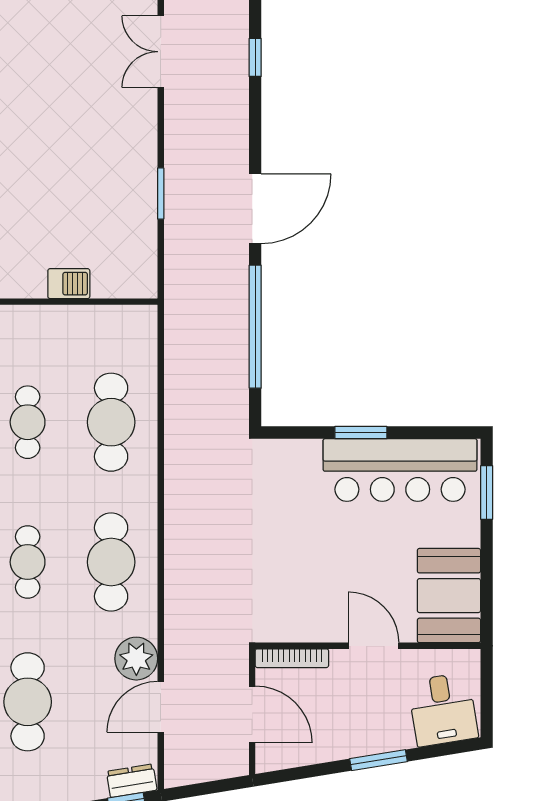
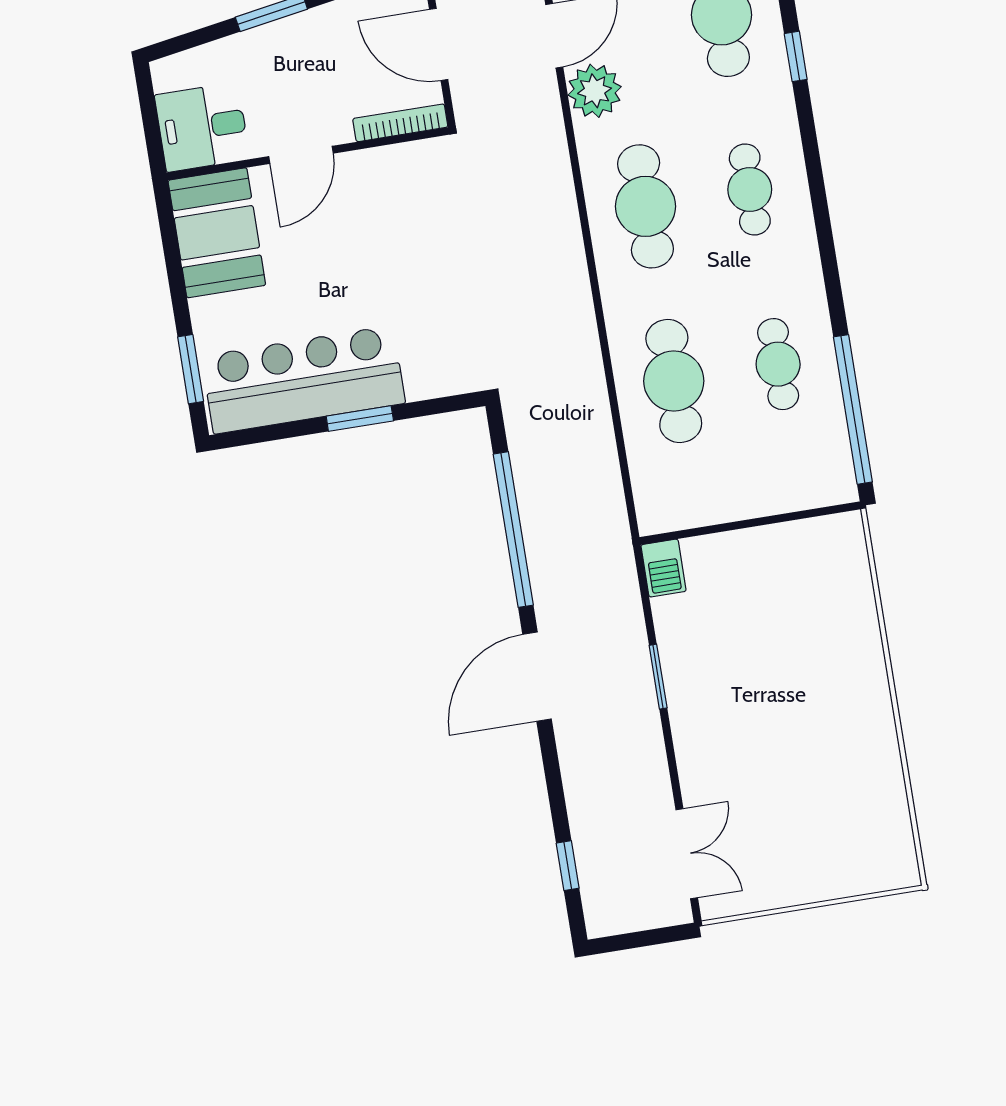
barbecue: (69, 284) -> (663, 568), moved, turned -90
door: (373, 646) -> (301, 155), hinge flipped
desk: (443, 709) -> (202, 127), moved, turned -81

